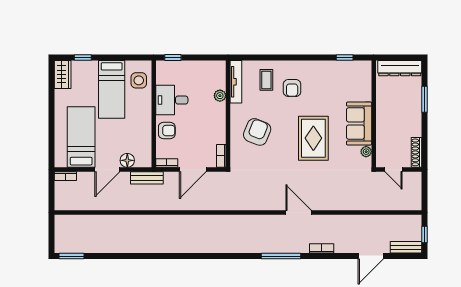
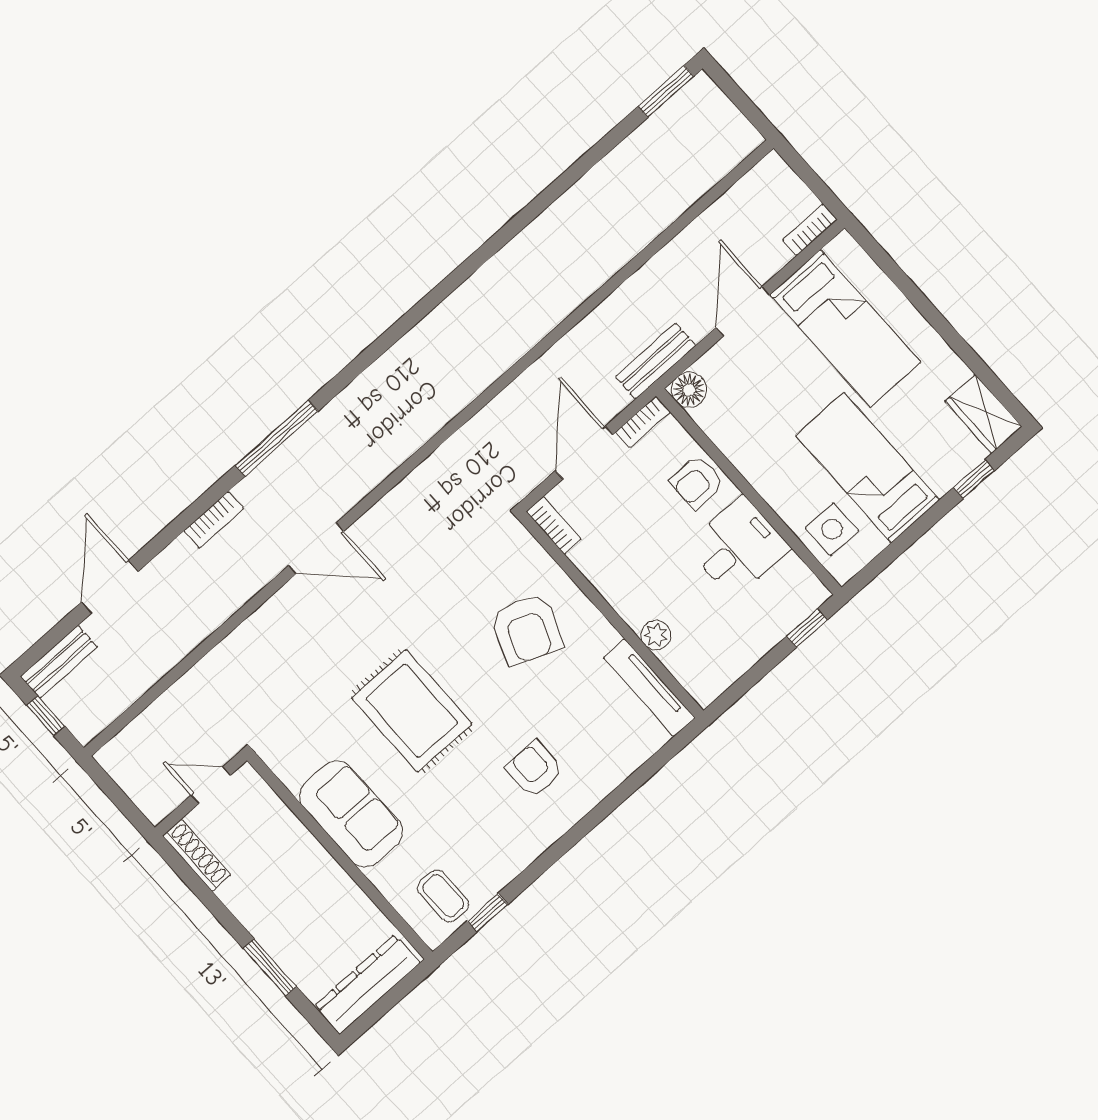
coffee table: (266, 80) -> (443, 896), moved
plant: (366, 152) -> (291, 773), removed
floor lamp: (127, 160) -> (689, 390), moved

